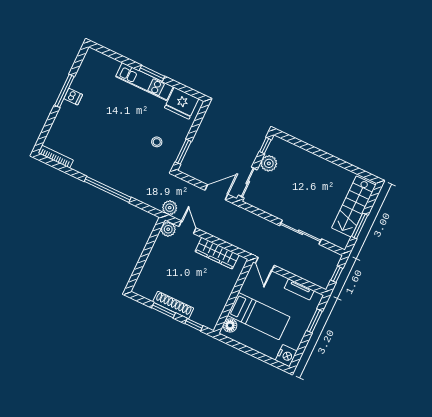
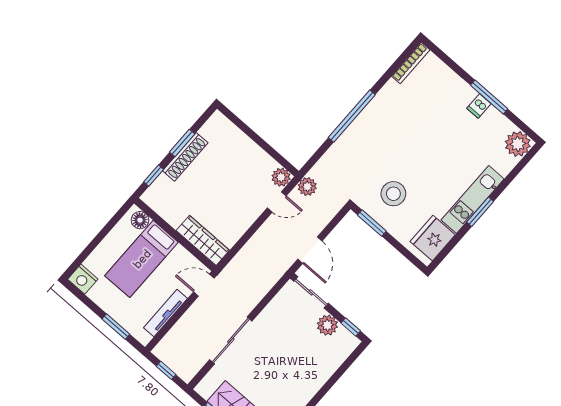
plant: (93, 60) -> (518, 144), added
stool: (157, 142) -> (393, 194), width x1.89, depth x1.89
wardrobe: (217, 253) -> (203, 240), moved, turned 90
tv unit: (299, 289) -> (165, 313), width x1.41

